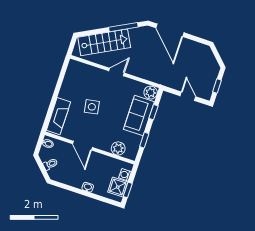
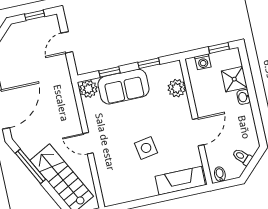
shower: (118, 187) -> (234, 79), moved

